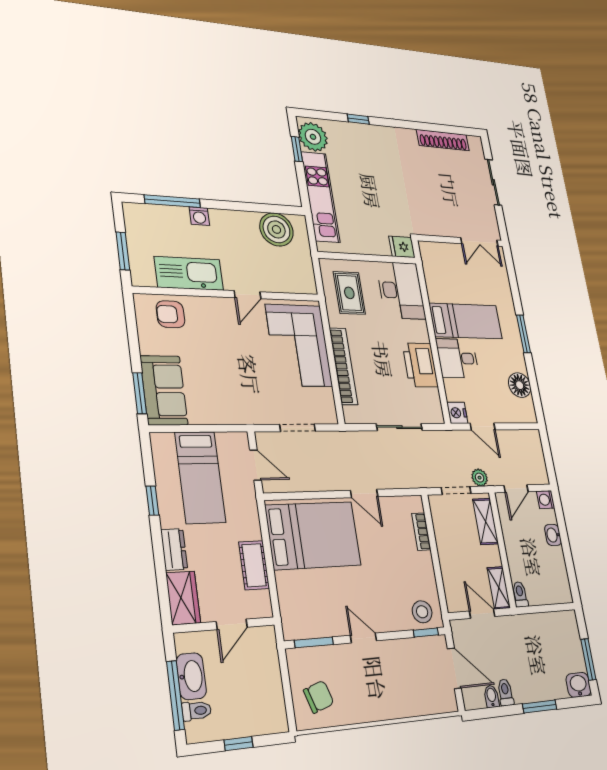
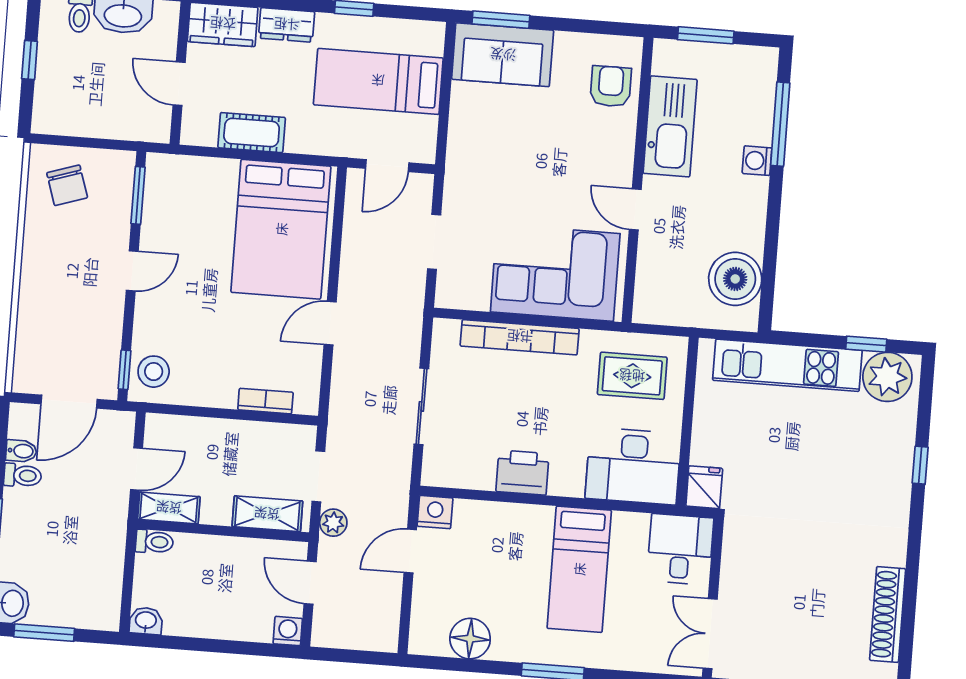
desk: (458, 358) -> (680, 549), moved
printer: (420, 365) -> (523, 473), width x0.73, depth x0.84
washbasin: (553, 535) -> (146, 621), moved

